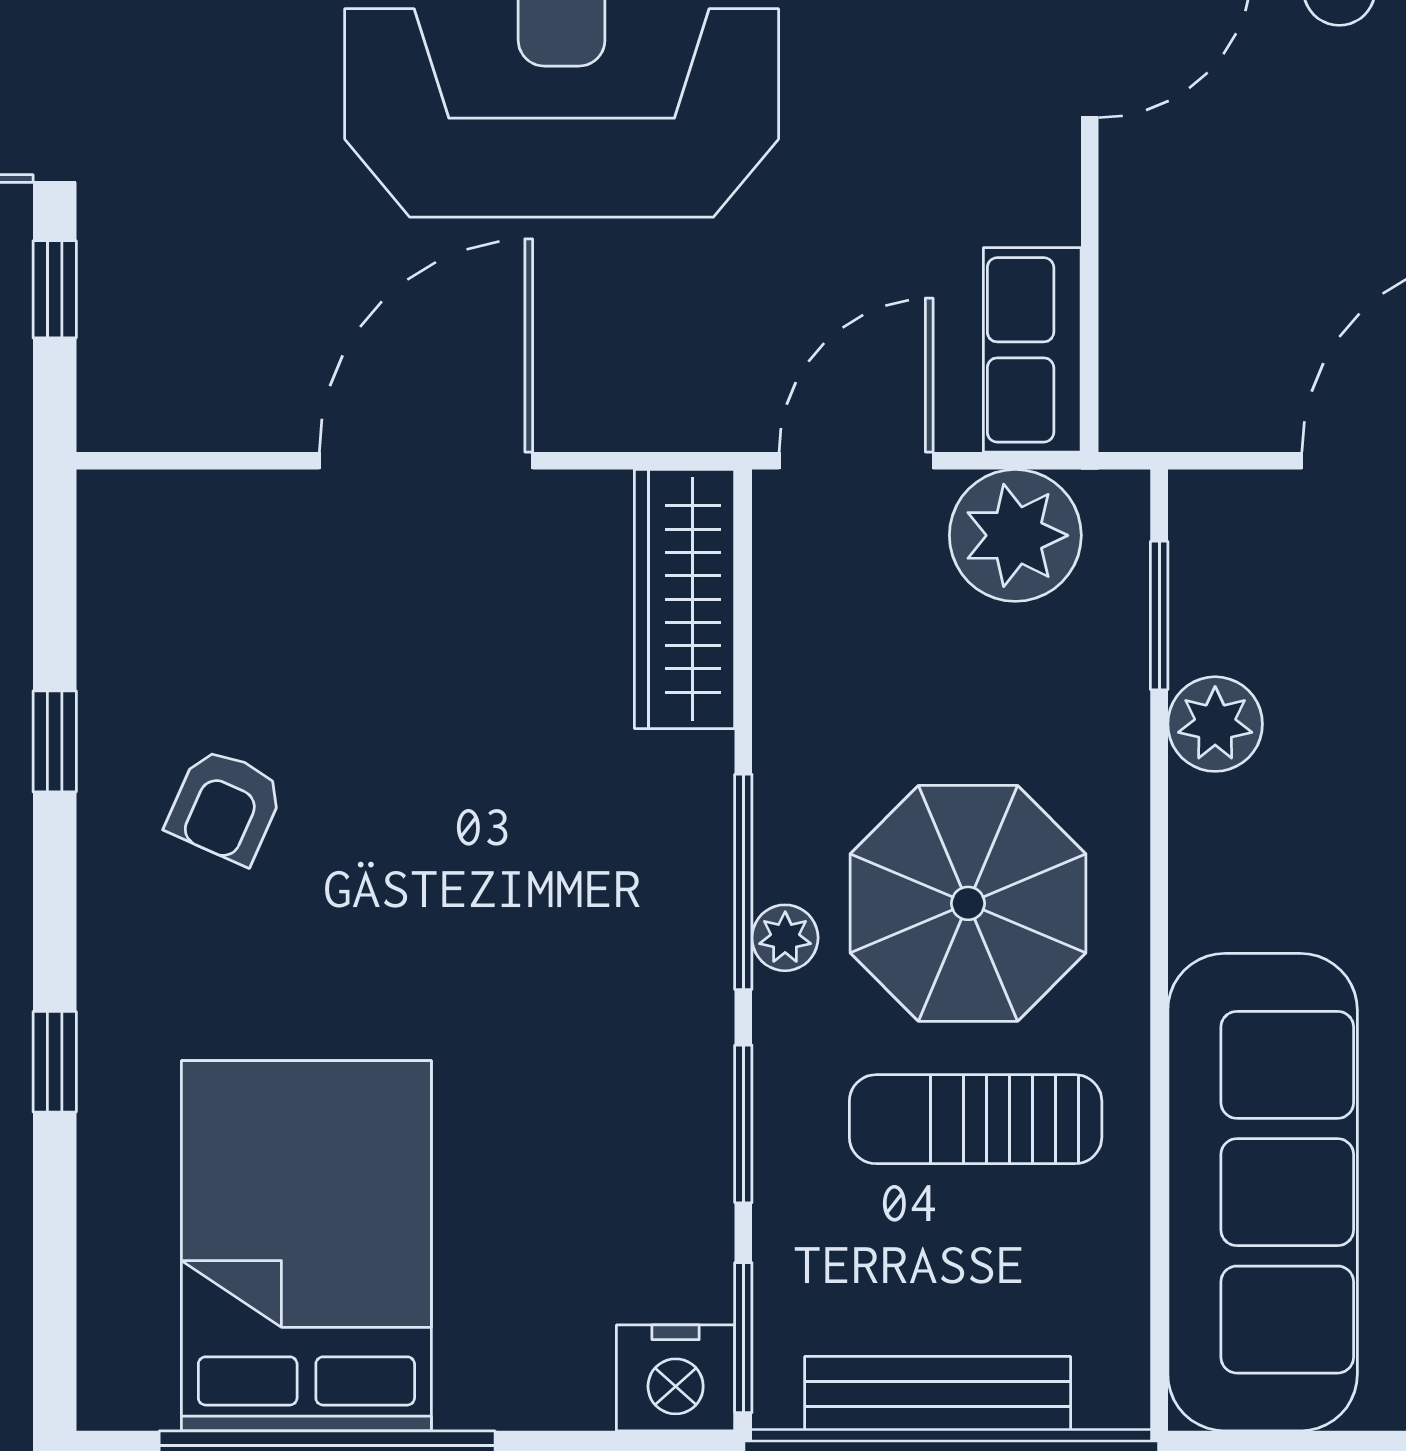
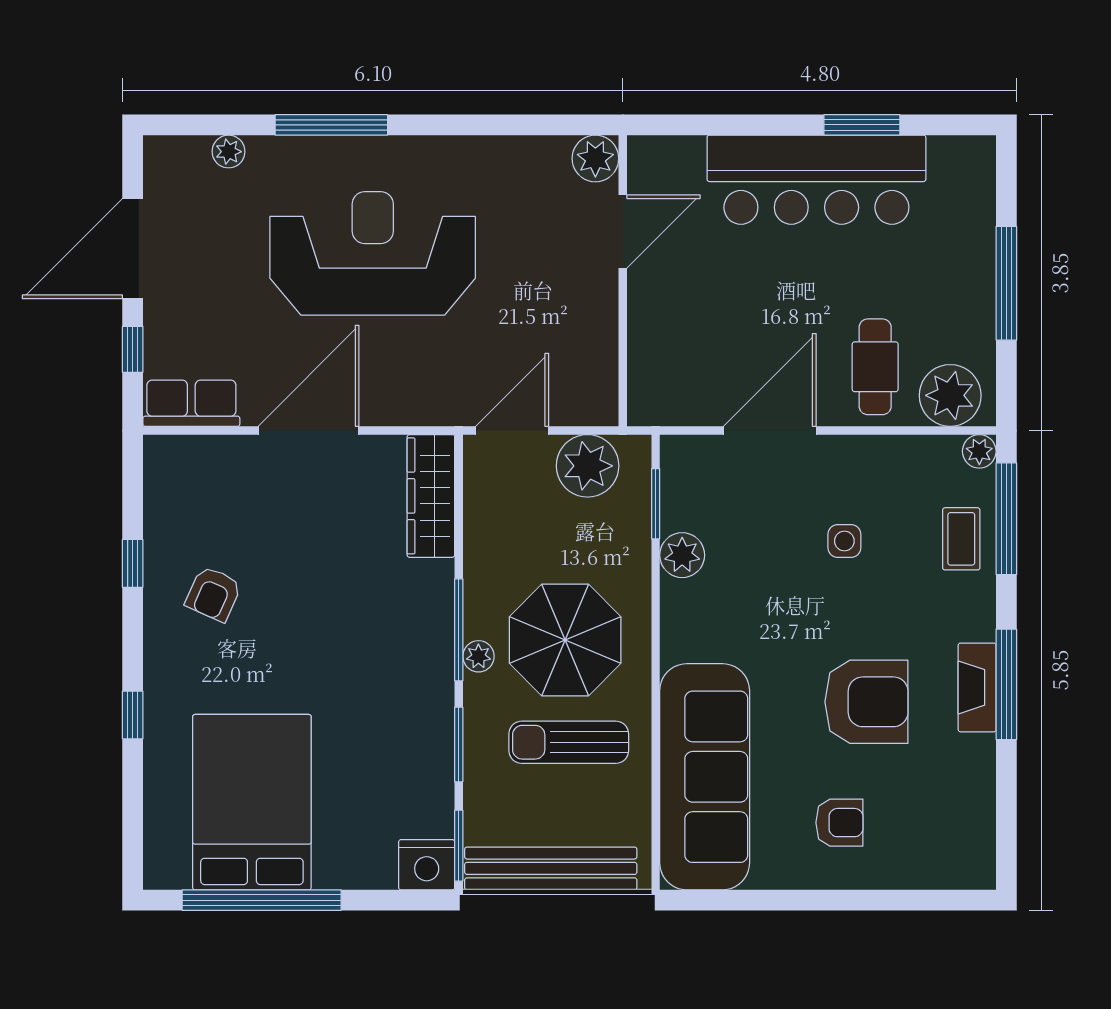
row of seats: (1032, 350) -> (191, 403), moved, turned 90
bench: (938, 1394) -> (551, 868), width x1.37, depth x1.21

